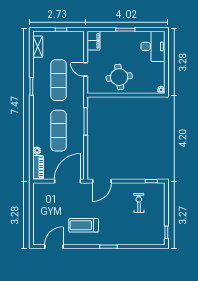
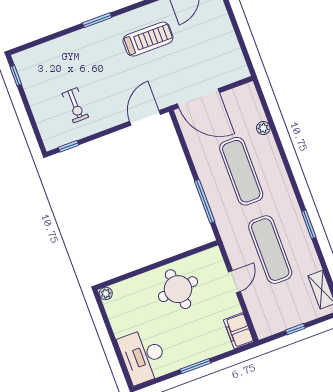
door: (86, 69) -> (234, 282), hinge flipped
piano: (38, 167) -> (252, 103), removed
door: (68, 181) -> (198, 98), hinge flipped

